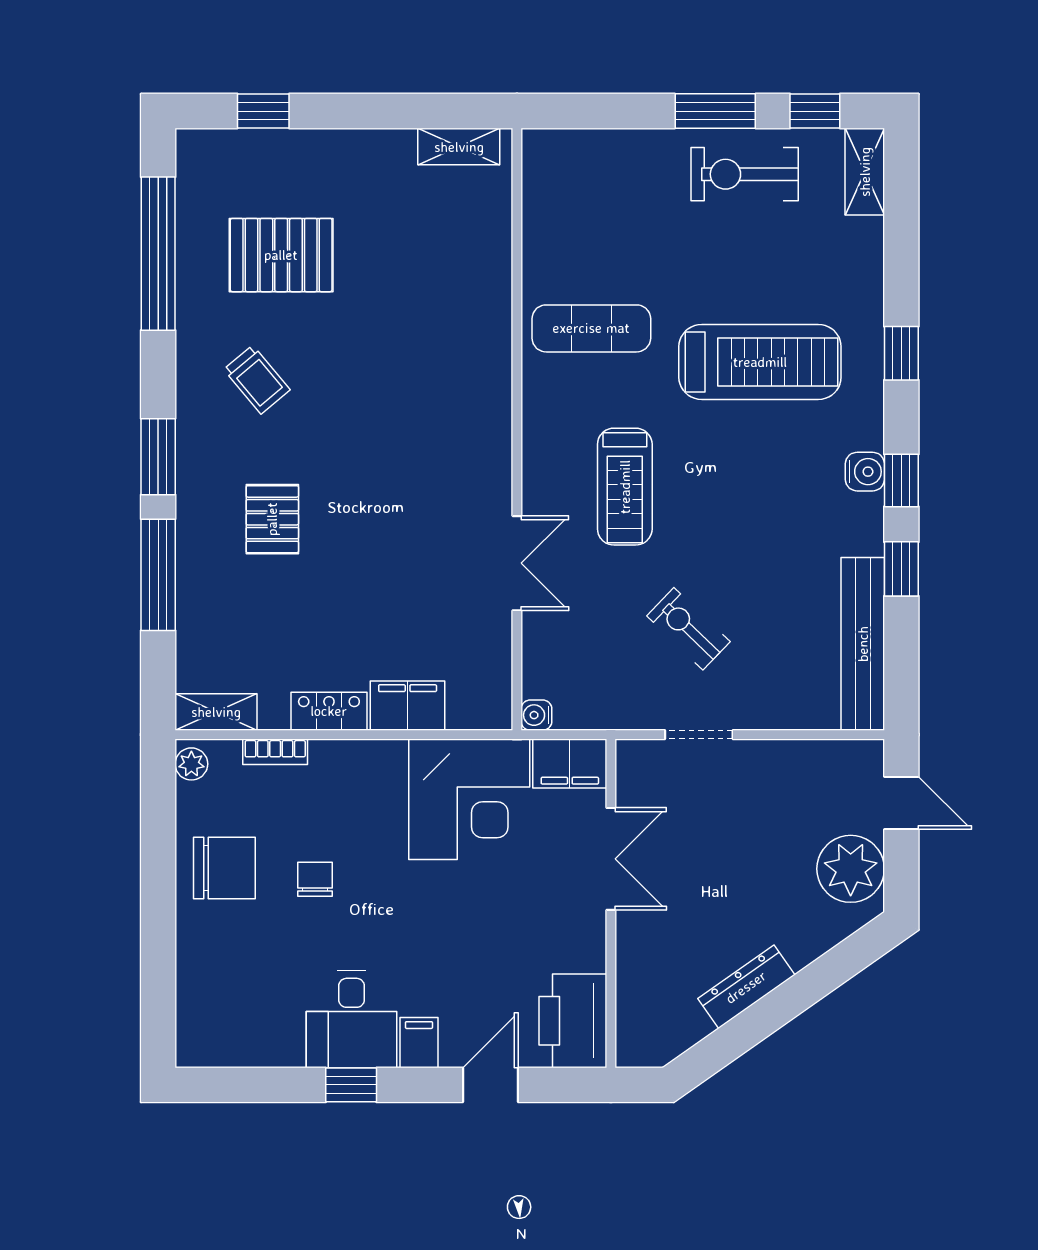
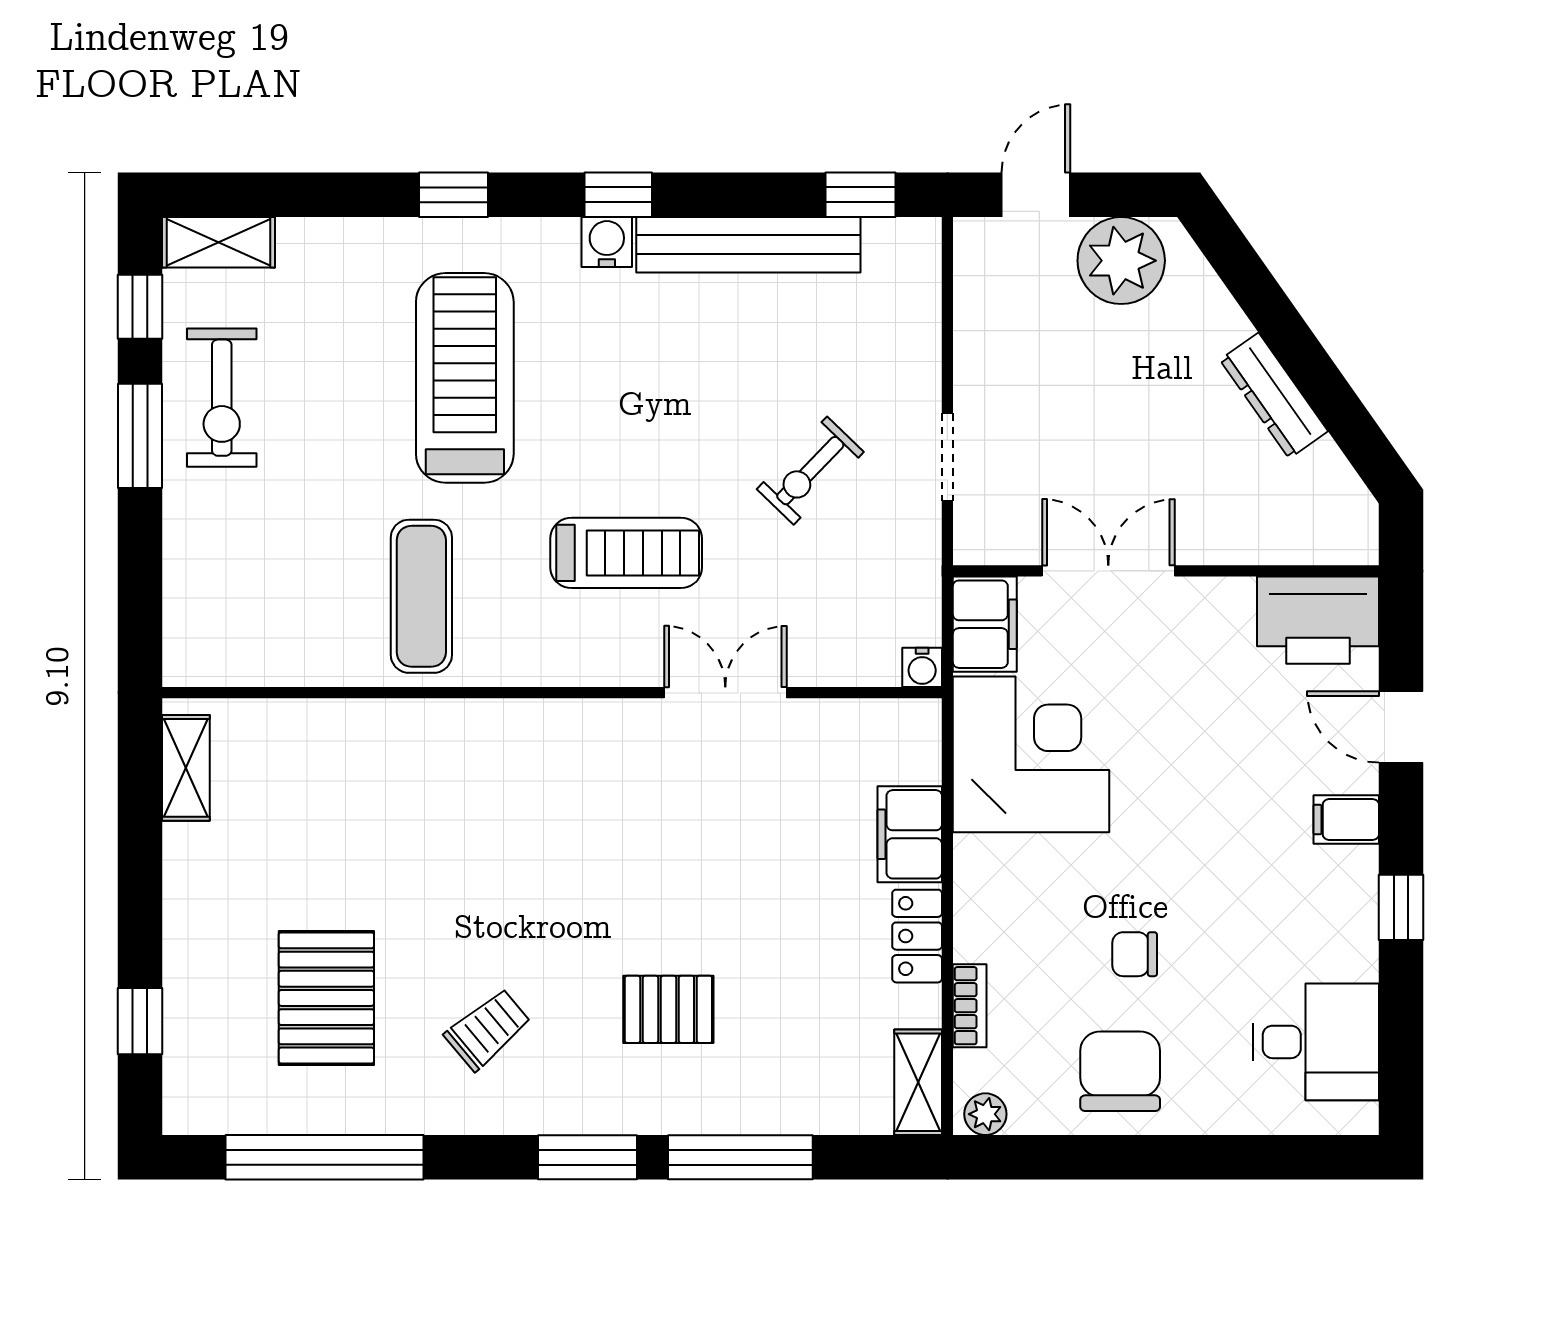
window: (901, 569) -> (860, 195), moved
bench: (863, 644) -> (748, 245), moved
desk: (352, 1019) -> (1316, 1042), moved

